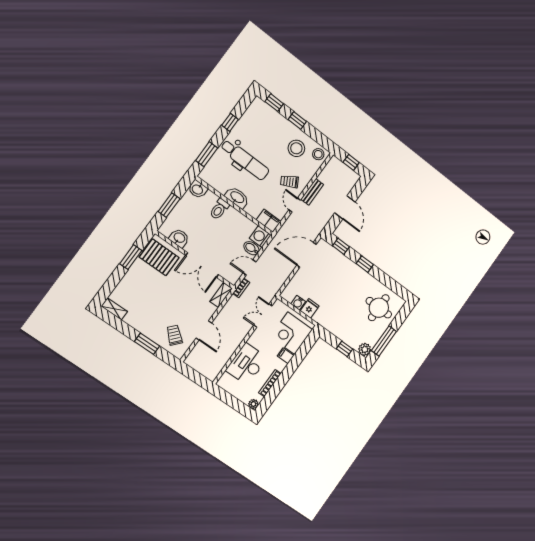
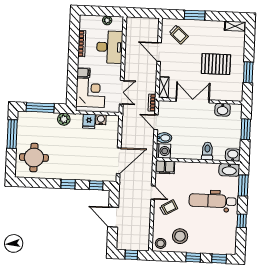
bench: (312, 192) -> (146, 212), removed
washbasin: (237, 197) -> (229, 170), moved
pallet: (159, 257) -> (216, 64), moved
door: (249, 267) -> (156, 122), swing flipped
window: (345, 349) -> (40, 108), width x2.17
plant: (365, 349) -> (64, 119), moved
plant: (253, 404) -> (107, 20), moved

